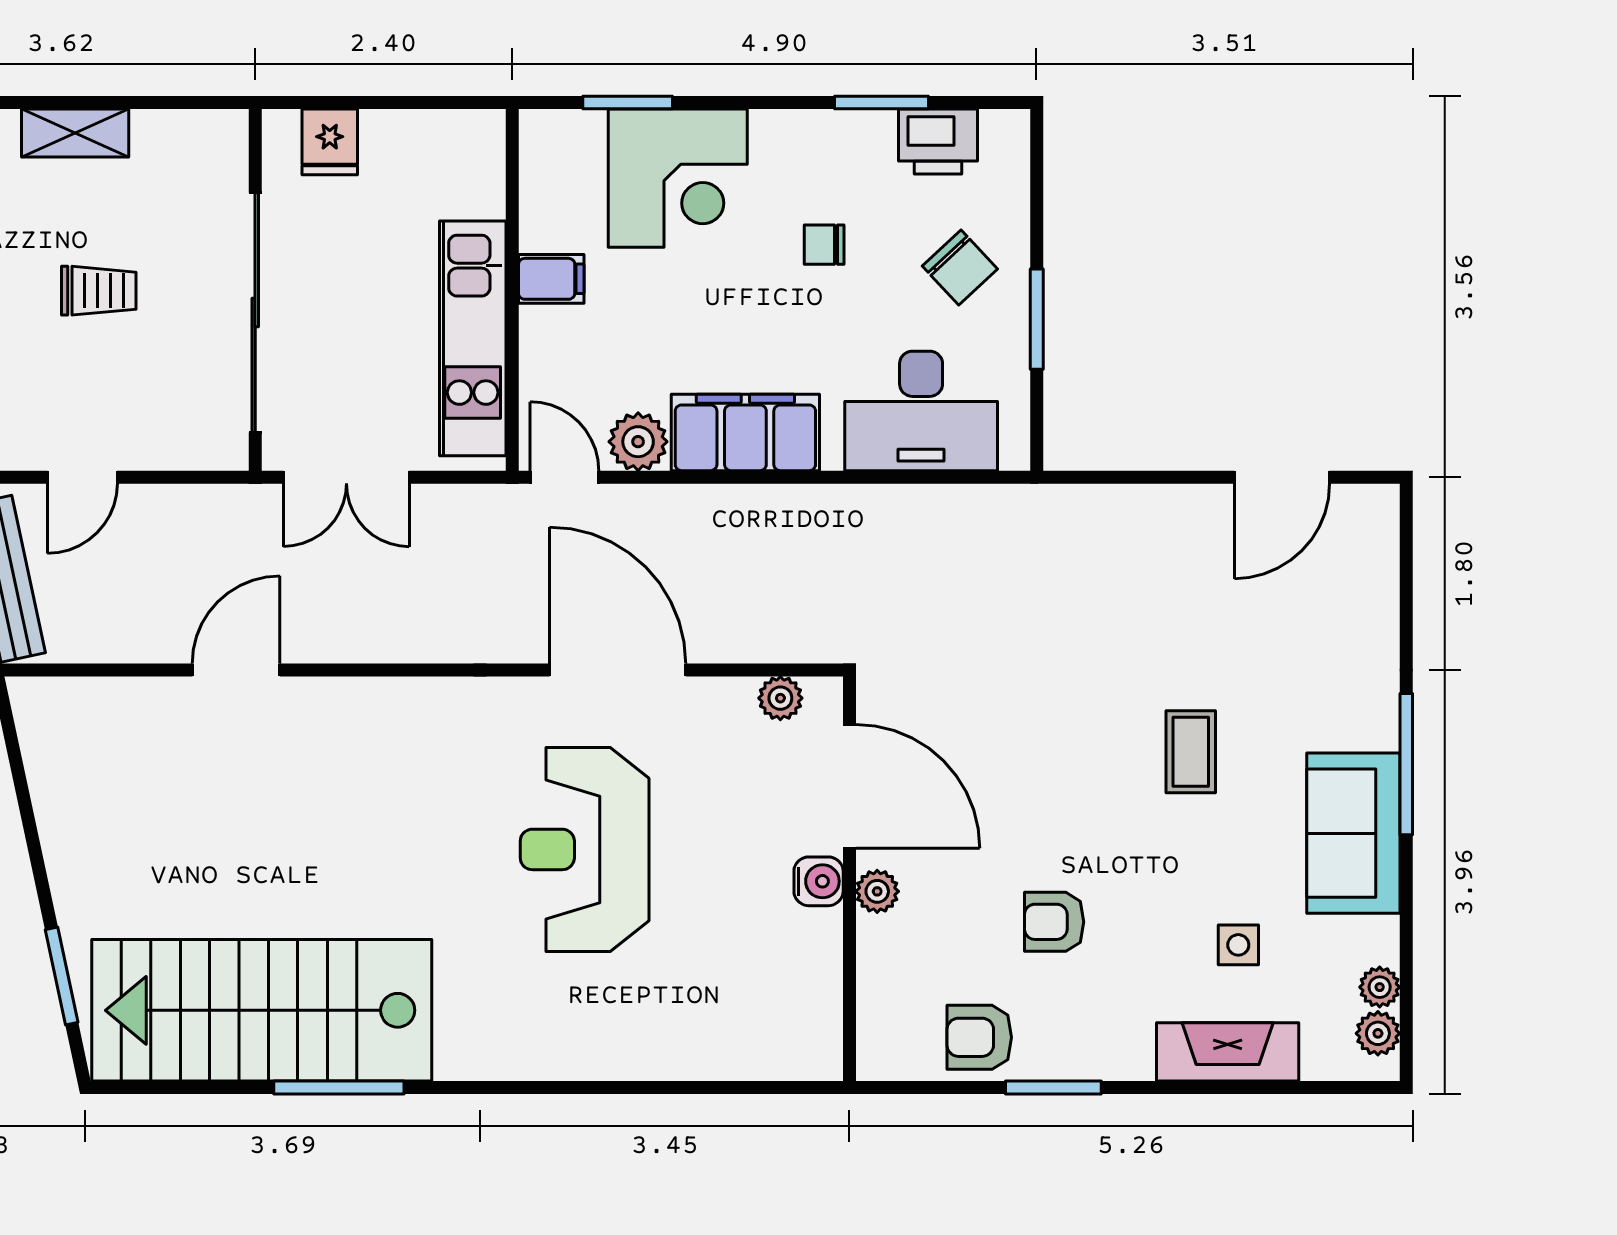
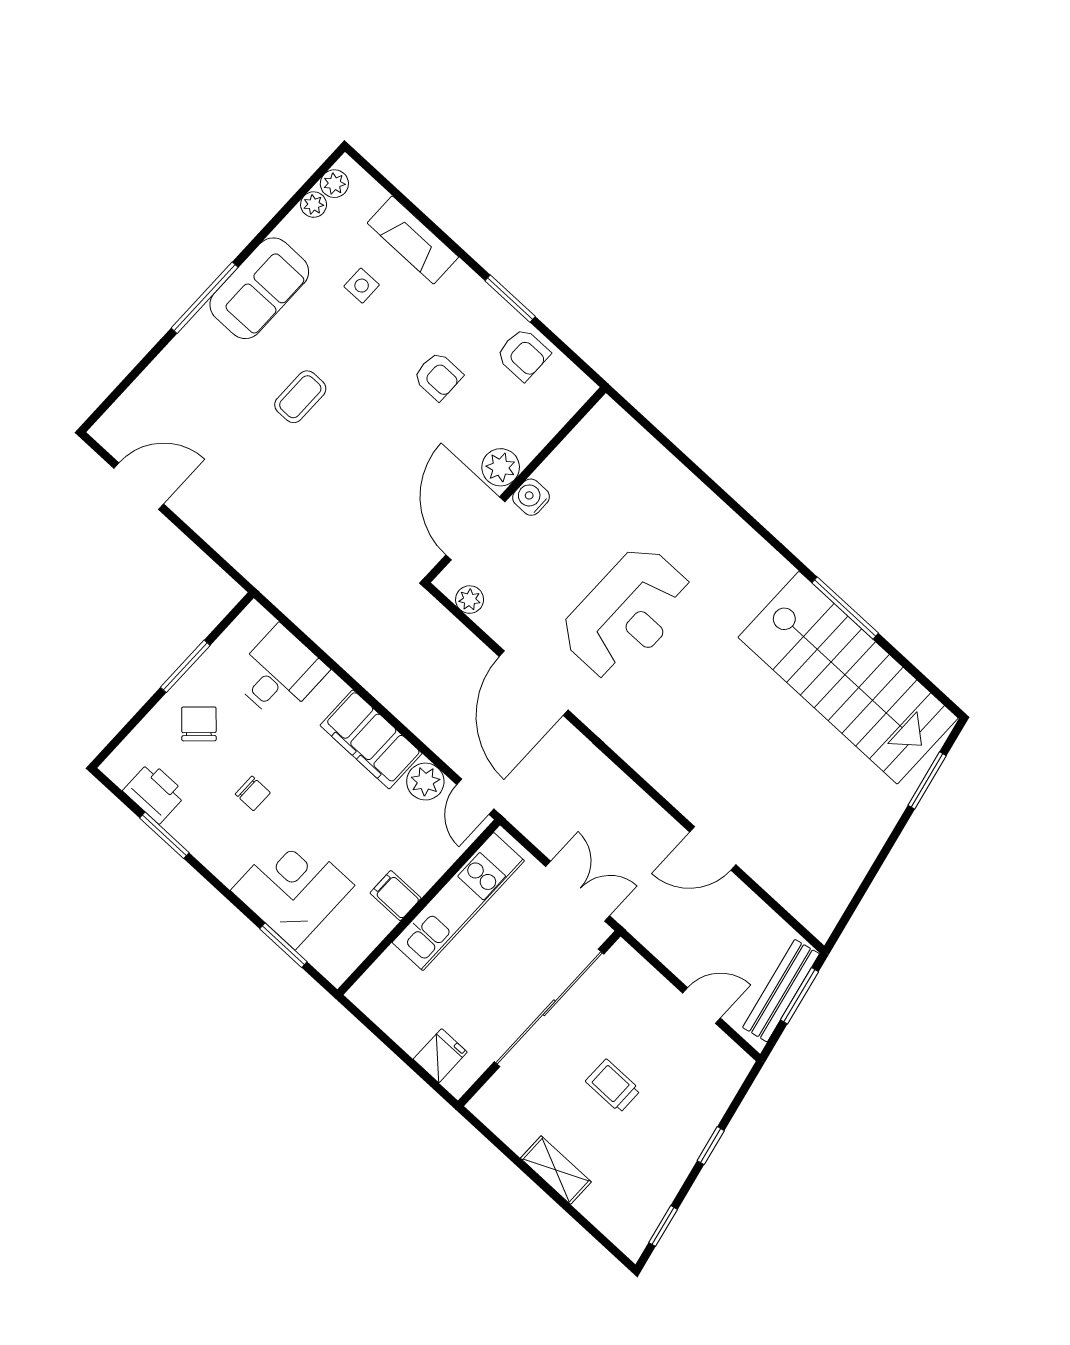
desk: (921, 411) -> (279, 673), width x0.73
plant: (877, 891) -> (501, 467), width x1.38, depth x1.38

